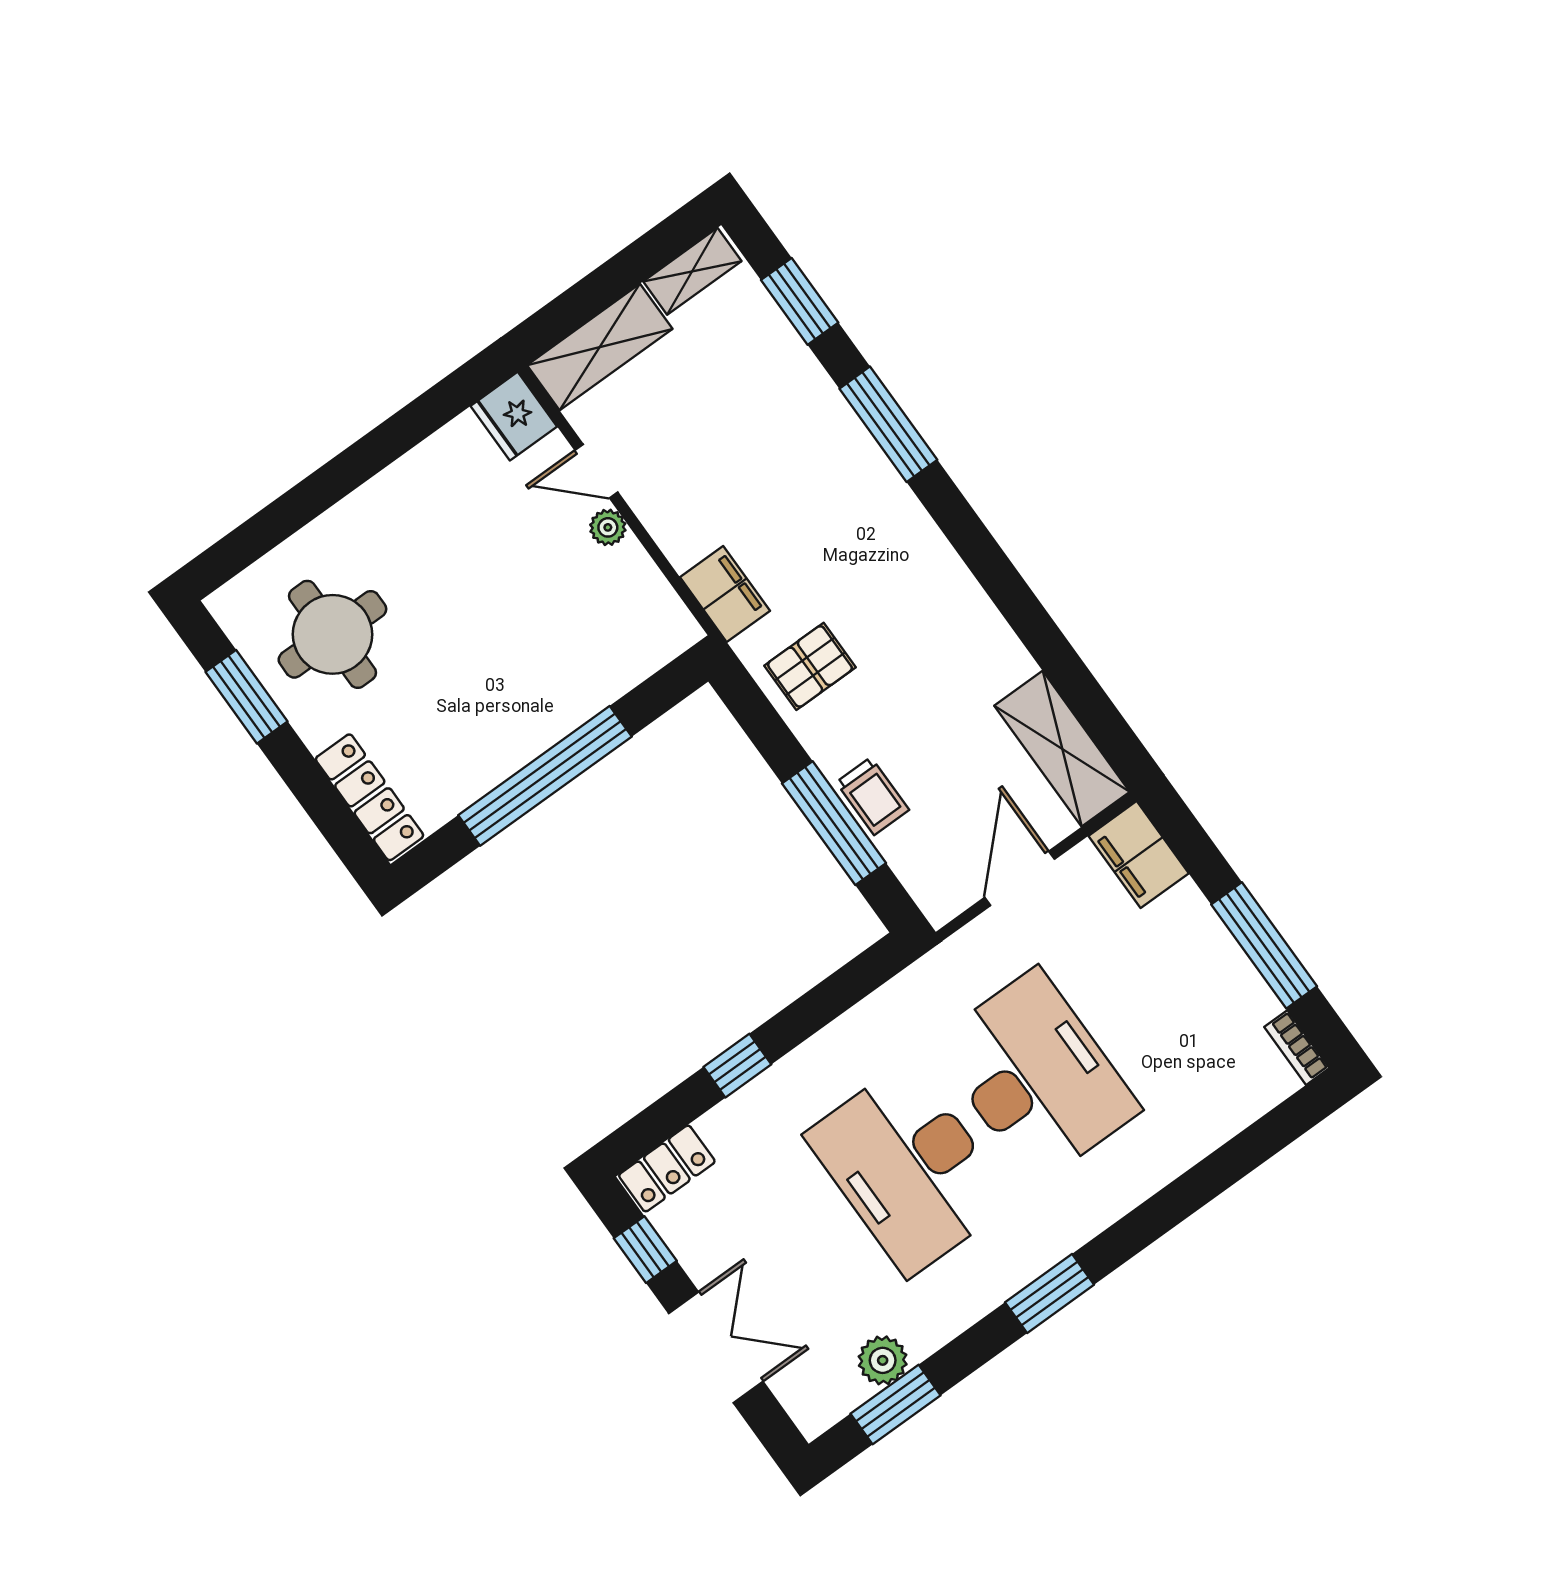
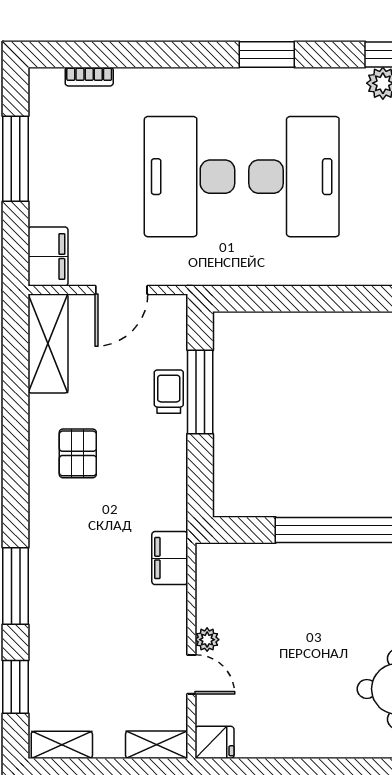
shelving: (600, 347) -> (157, 745), width x0.67, depth x0.75
fridge: (514, 416) -> (214, 742), width x0.72
pallet: (810, 666) -> (78, 453), moved, turned 90
bookcase: (1297, 1048) -> (89, 77), moved, turned 90
window: (737, 1066) -> (347, 299), removed

